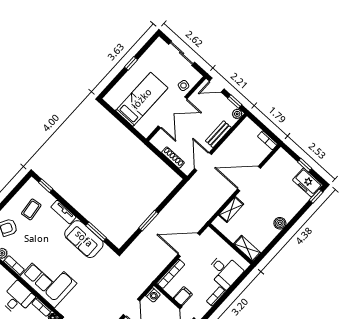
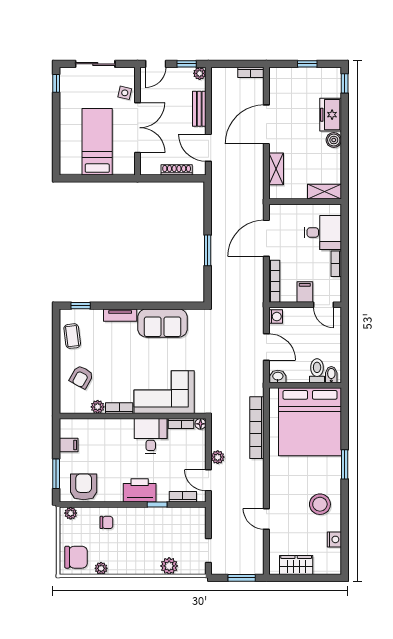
window: (131, 63) -> (56, 83), moved
freezer: (307, 182) -> (331, 115), moved, turned 90
coffee table: (31, 209) -> (72, 336), moved
window: (96, 232) -> (168, 306), removed

